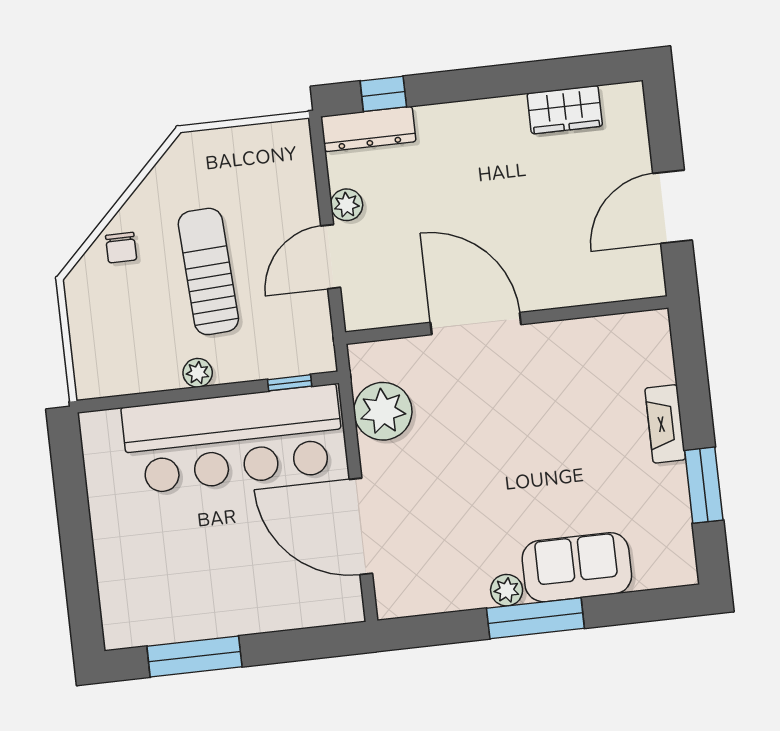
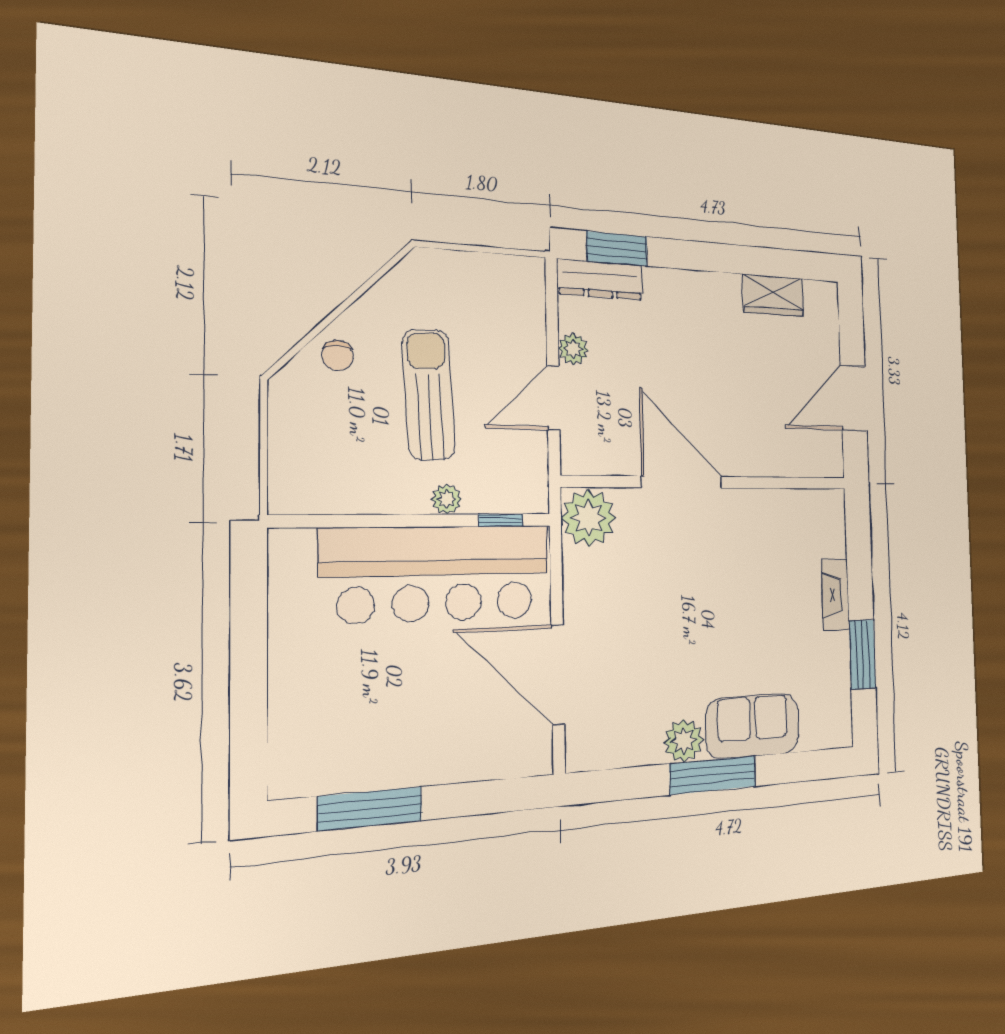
window: (383, 94) -> (617, 249), width x1.50
plant: (198, 373) -> (447, 499), moved
plant: (383, 411) -> (589, 518), moved
plant: (507, 590) -> (684, 741), width x1.38, depth x1.38

